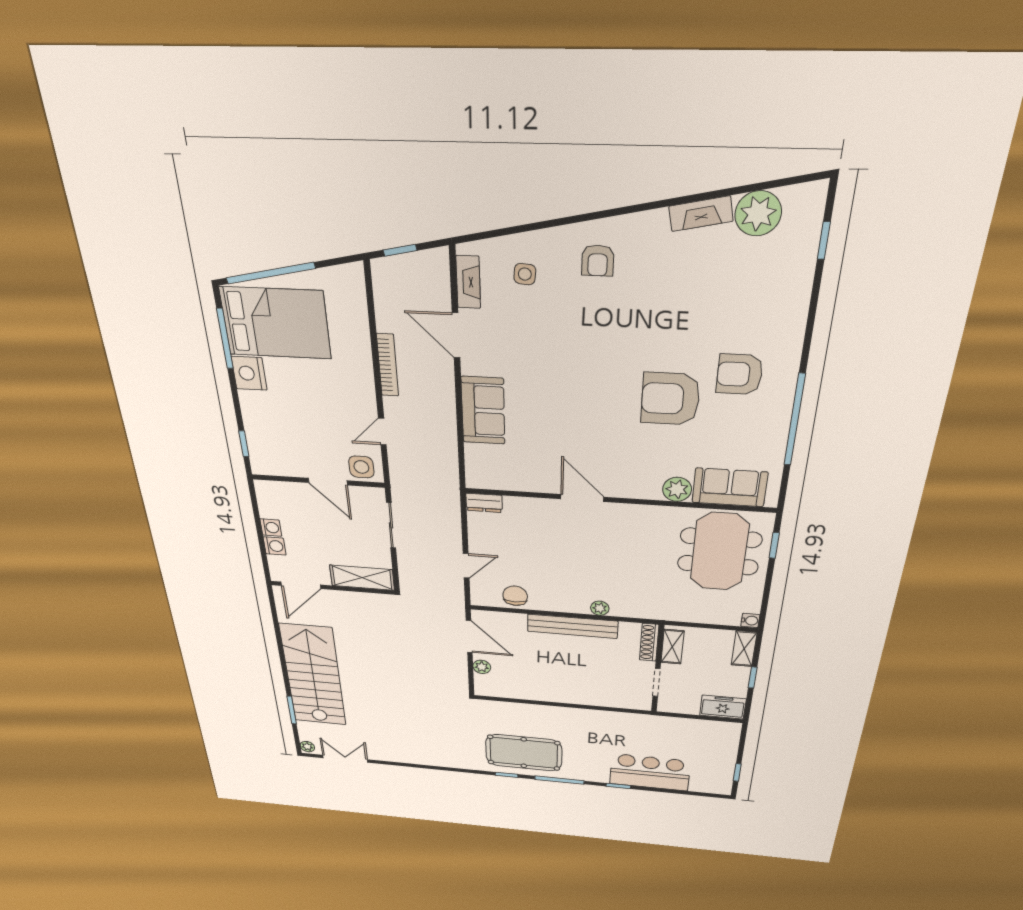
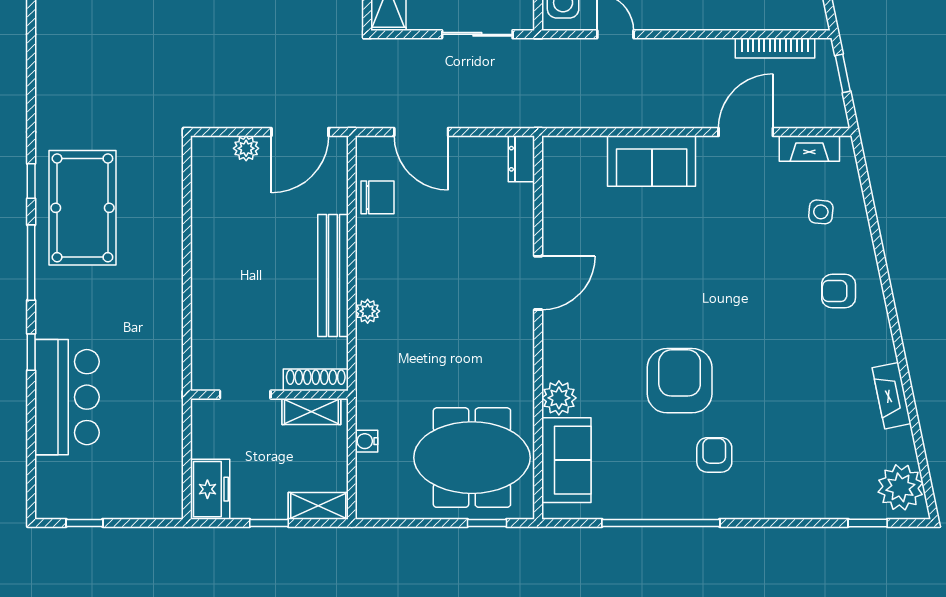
plant: (758, 213) -> (900, 487), moved
bookcase: (388, 365) -> (775, 48), moved
armchair: (739, 374) -> (714, 455), width x0.72, depth x0.72
door: (466, 566) -> (421, 132), width x1.37
water cooler: (750, 620) -> (367, 441), moved, turned 90

